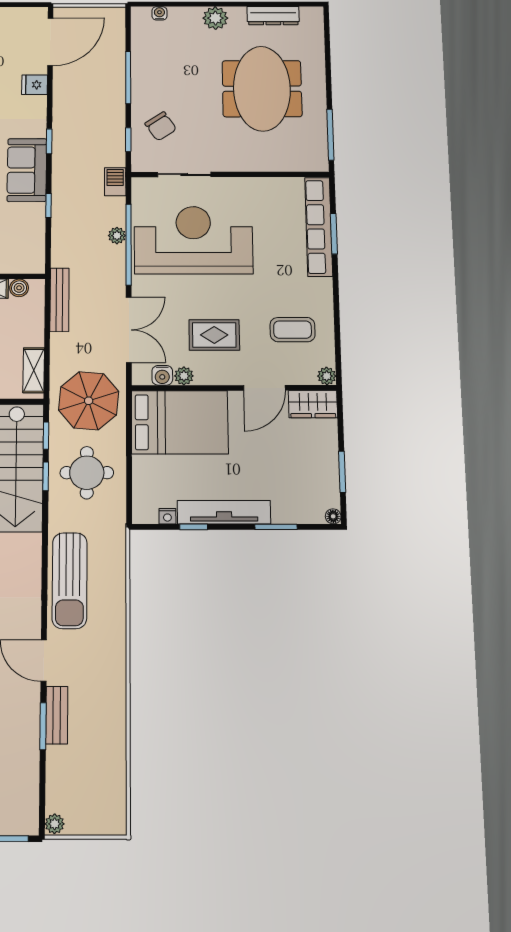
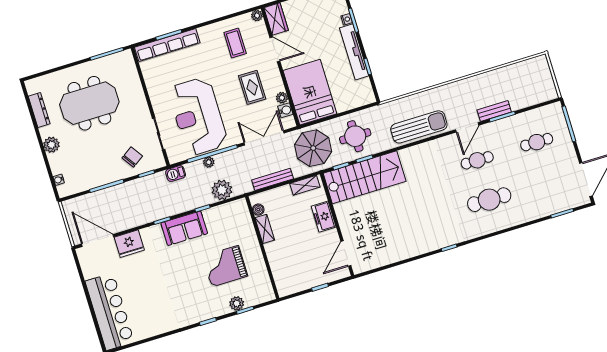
fridge: (35, 85) -> (129, 244), width x1.88, depth x1.34
bench: (59, 300) -> (273, 179), moved
nightstand: (167, 516) -> (347, 19), moved
plant: (55, 824) -> (222, 190), moved, width x1.87, depth x1.87

